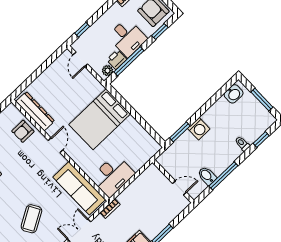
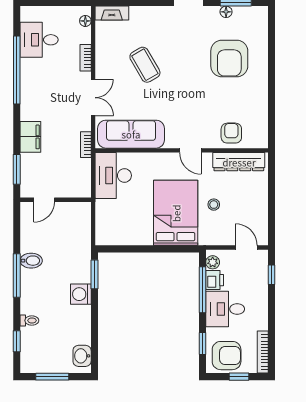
stool: (74, 102) -> (214, 205), added
wall: (173, 181) -> (56, 200), moved
door: (179, 188) -> (44, 200), moved

